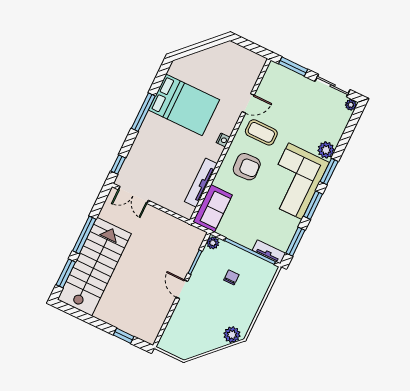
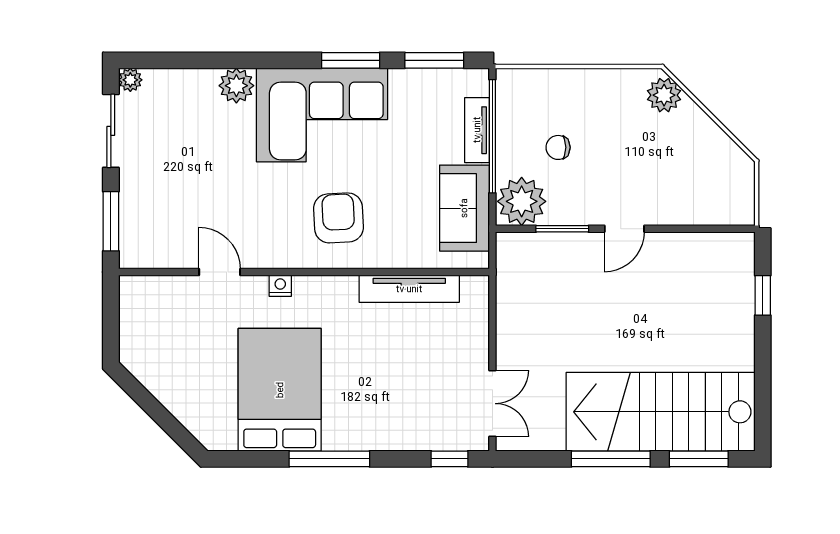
coffee table: (261, 132) -> (262, 221), removed
nightstand: (223, 140) -> (280, 286), moved
window: (329, 171) -> (274, 60), removed
sofa: (213, 208) -> (464, 208), moved, turned -90
plant: (213, 243) -> (522, 201), width x1.88, depth x1.88
tv unit: (269, 252) -> (477, 130), moved

